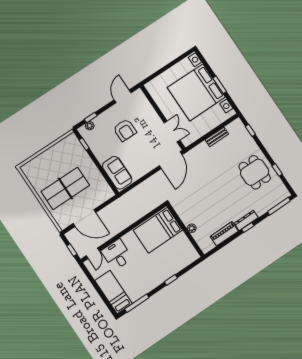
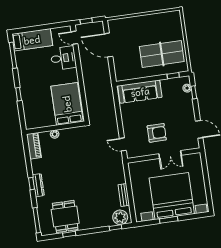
armchair: (125, 130) -> (157, 133), moved, turned 180
plant: (239, 130) -> (120, 217), added
double door: (172, 131) -> (170, 155), moved
door: (171, 160) -> (123, 144), width x0.53
dining table: (255, 172) -> (65, 216), moved, turned 90
sofa: (117, 173) -> (140, 92), width x1.36
table tennis table: (65, 188) -> (162, 54), moved, turned 90
door: (84, 218) -> (109, 45), hinge flipped
piano: (224, 234) -> (34, 146), moved

